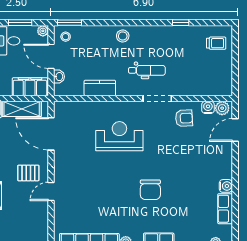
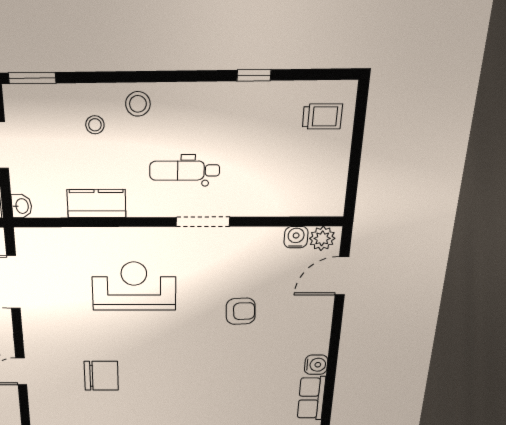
stool: (66, 37) -> (95, 125), moved
dental chair: (147, 70) -> (185, 171), turned 180
washbasin: (59, 77) -> (22, 206), moved
armchair: (184, 118) -> (241, 311), moved
chair: (150, 190) -> (101, 376), moved, turned -90

